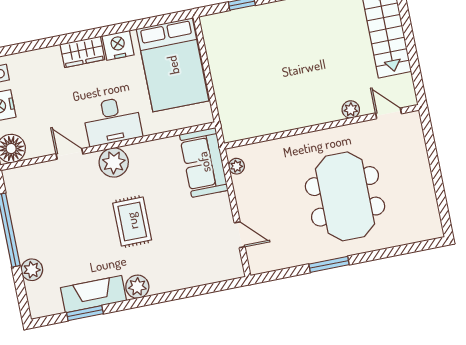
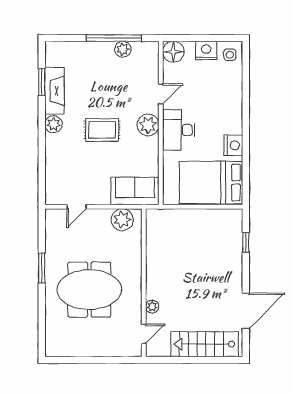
wardrobe: (82, 52) -> (234, 118), removed
plant: (236, 166) -> (122, 220), width x1.88, depth x1.88
plant: (32, 270) -> (123, 49), moved

